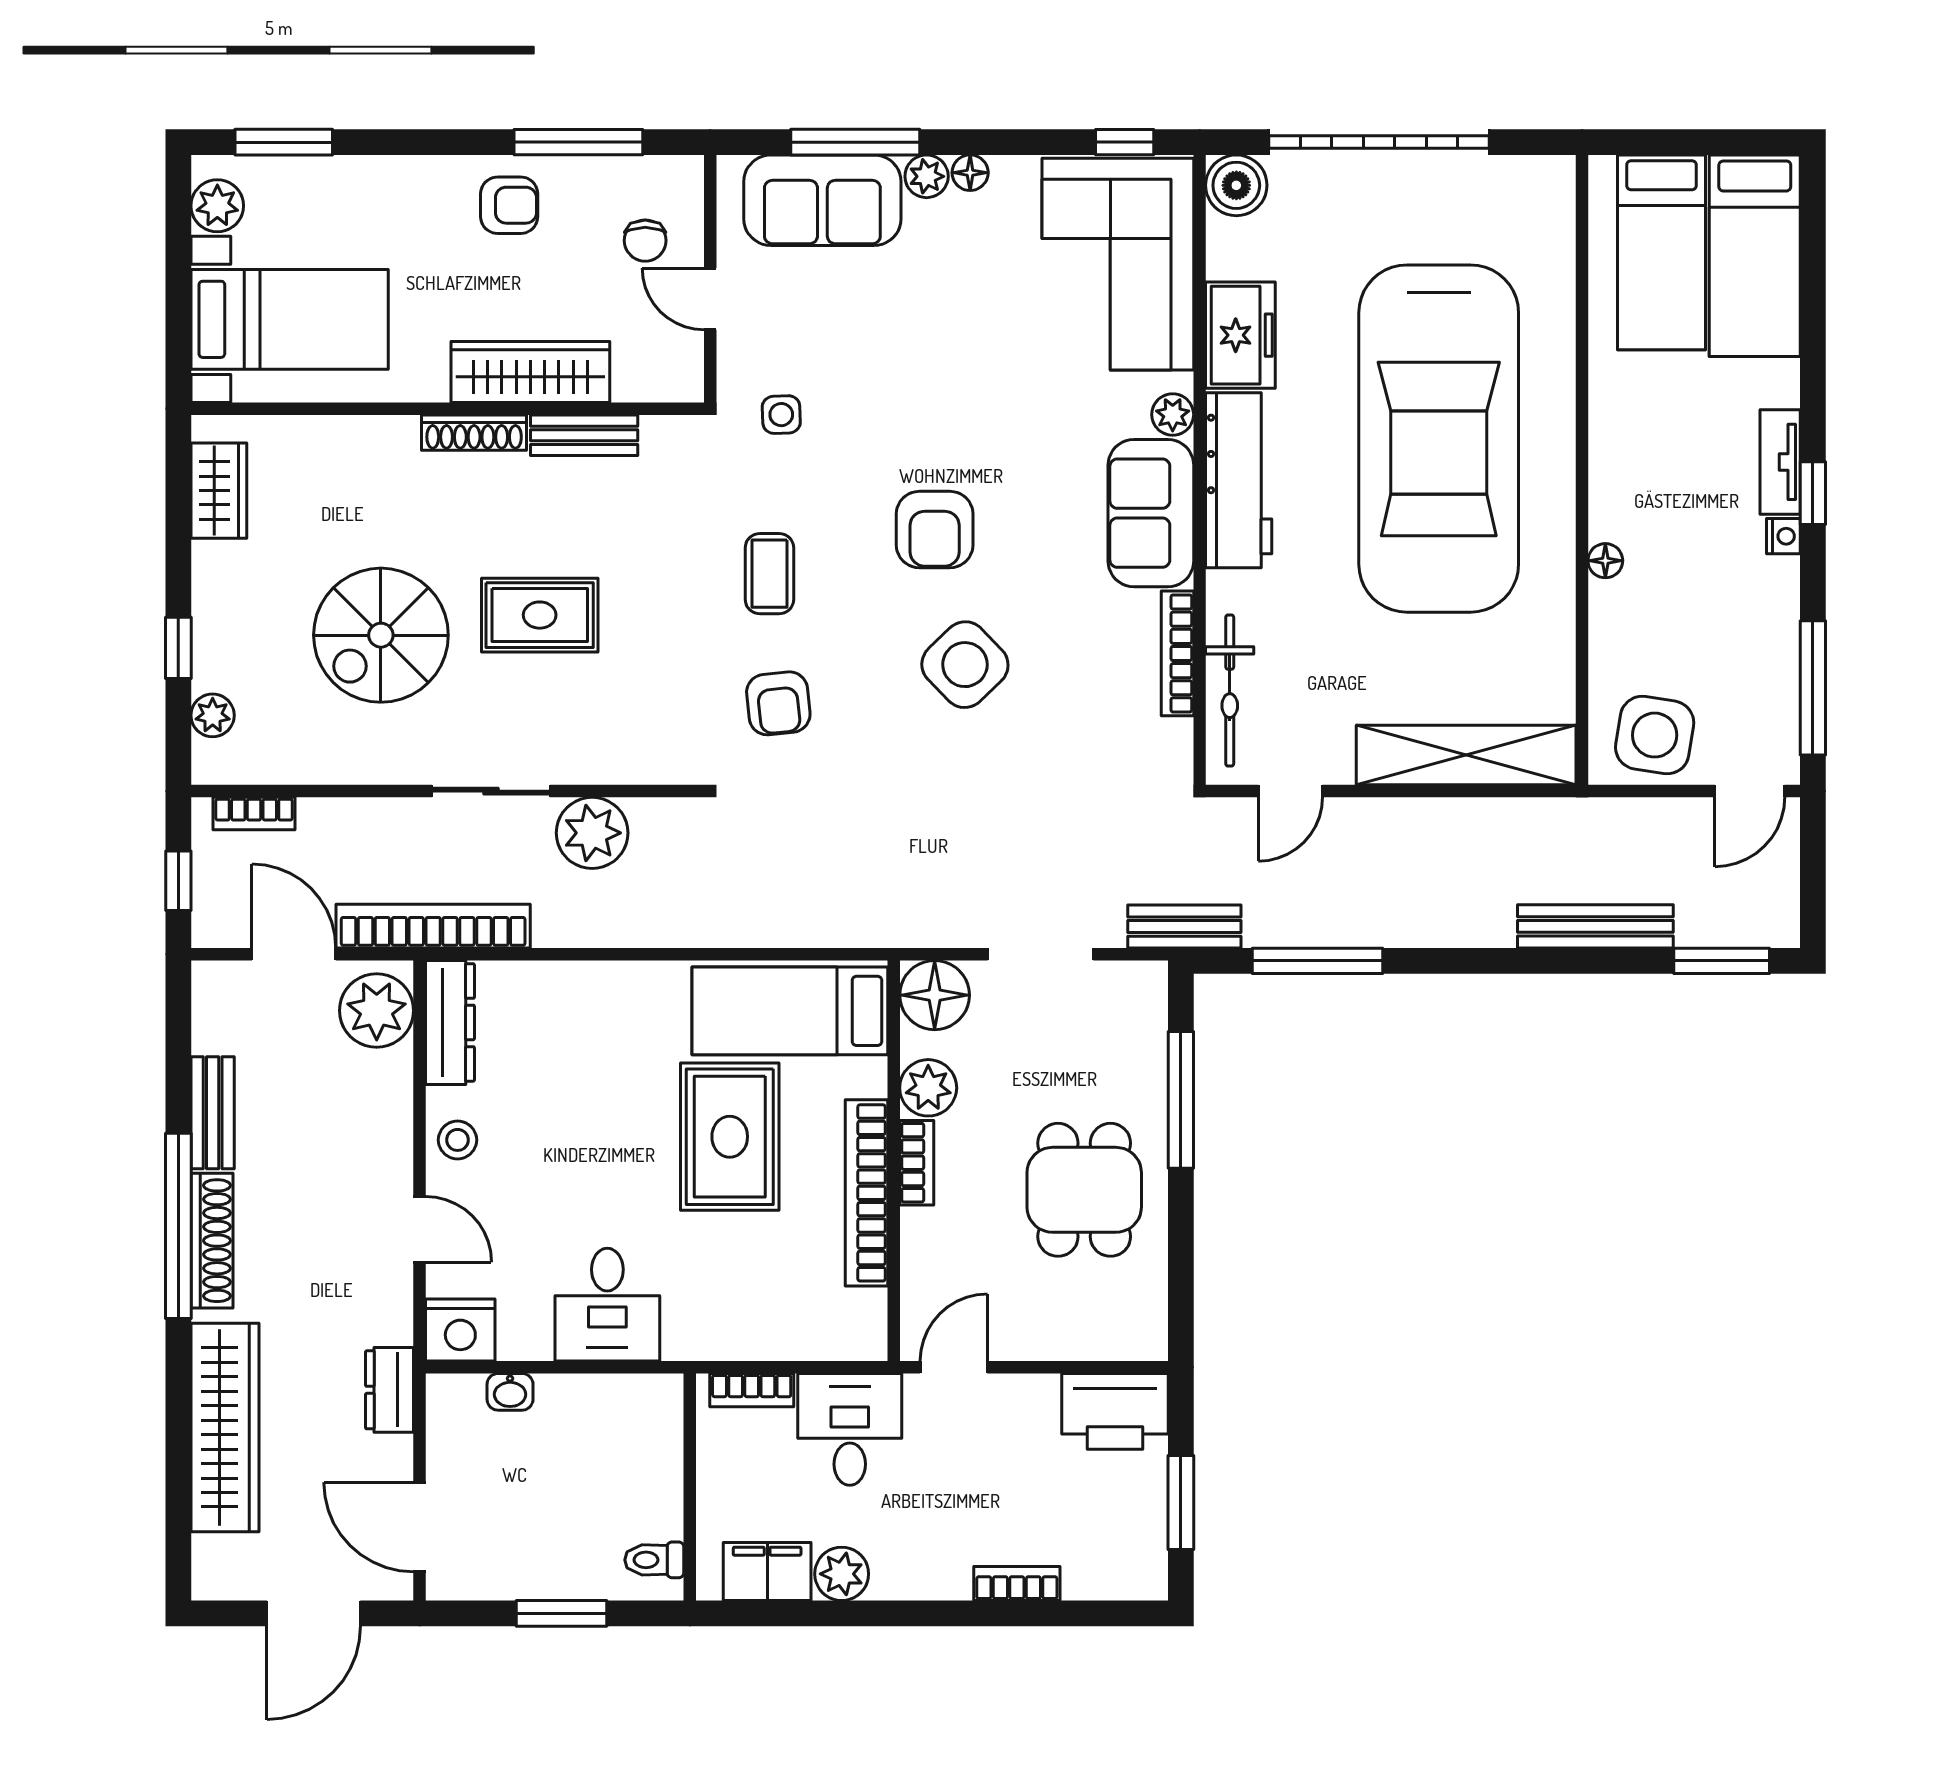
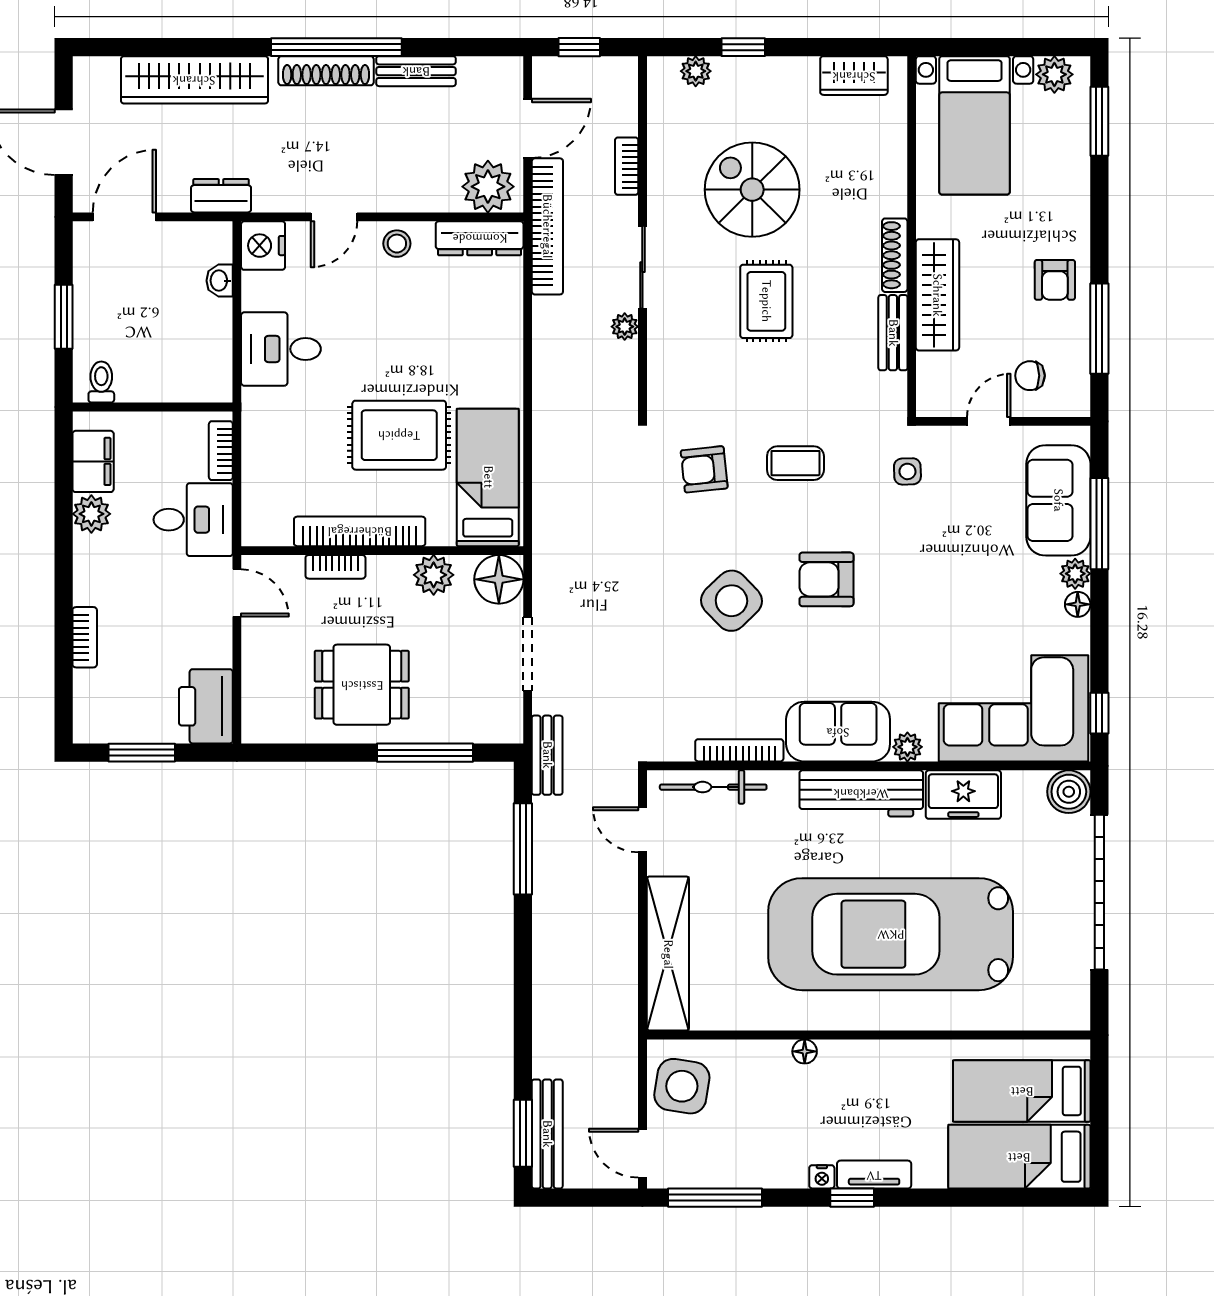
bookcase: (254, 814) -> (627, 166), moved
plant: (592, 833) -> (625, 327), width x0.53, depth x0.53
bench: (1595, 926) -> (547, 1134), moved
bookcase: (917, 1163) -> (335, 567), moved

